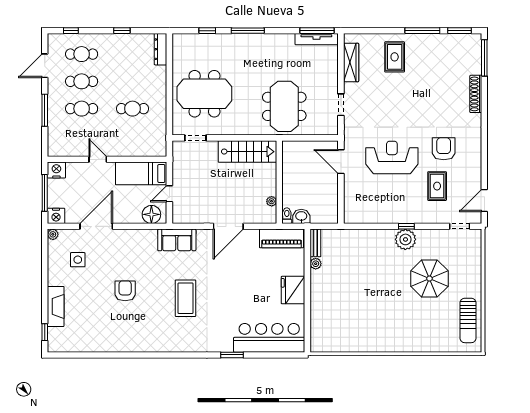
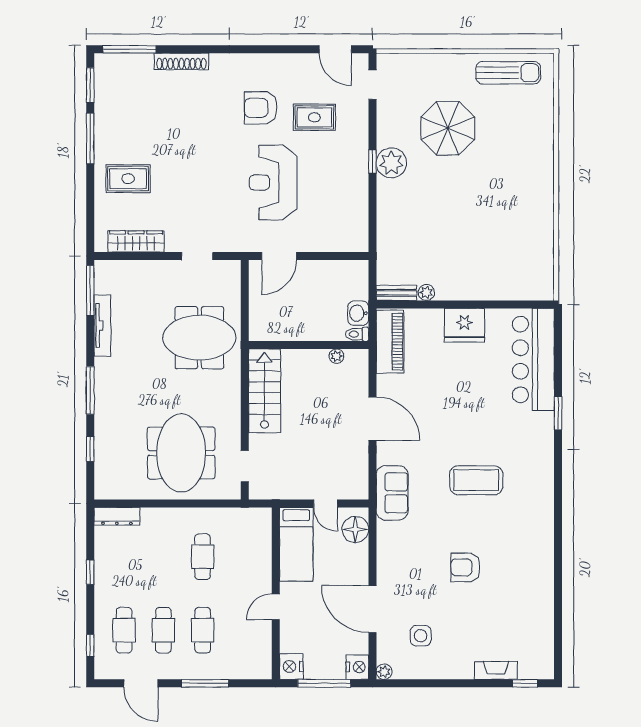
tv unit: (316, 39) -> (102, 326), moved
fireplace: (56, 306) -> (496, 670), width x0.73, depth x0.76

